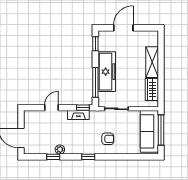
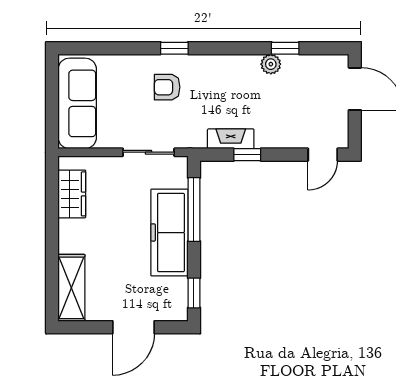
shelving: (152, 62) -> (71, 288), moved
door: (51, 108) -> (323, 155), moved
window: (83, 108) -> (247, 155), moved
window: (161, 130) -> (52, 106), removed
window: (88, 157) -> (174, 48), moved

